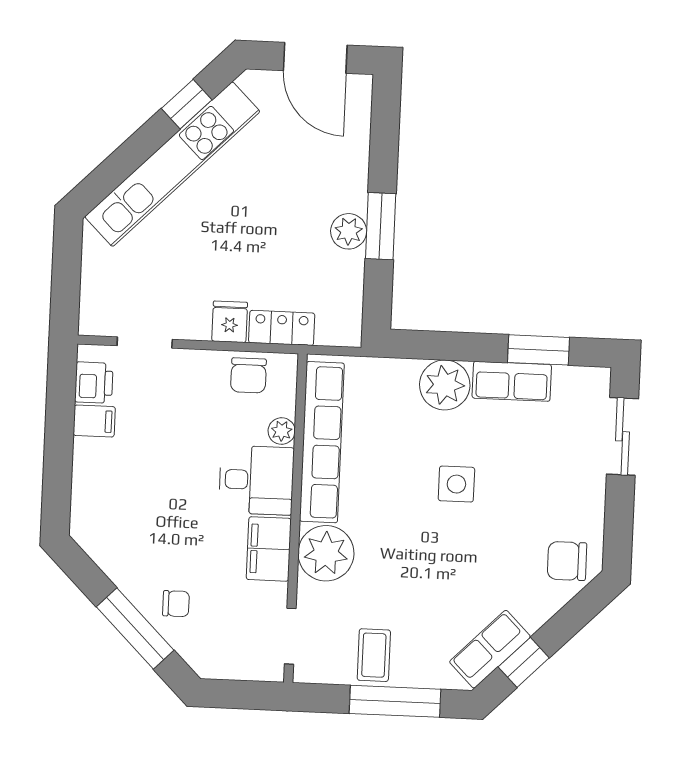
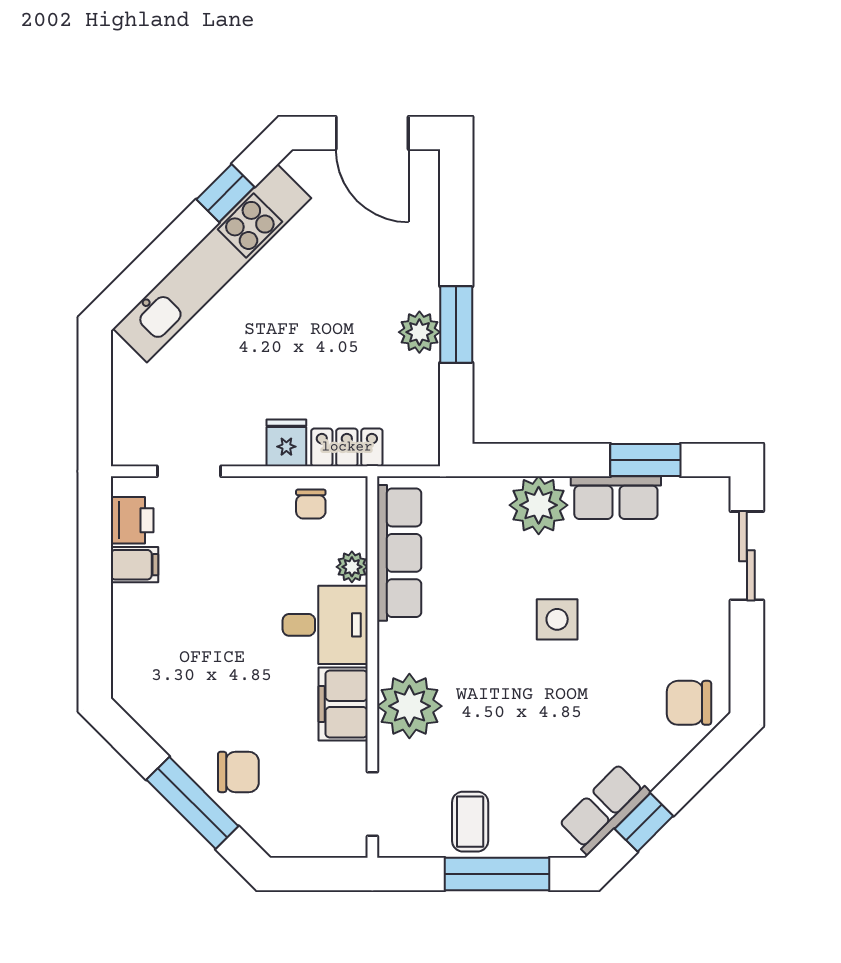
chair: (248, 375) -> (311, 504), width x0.73, depth x0.73
row of seats: (322, 442) -> (399, 553), width x0.73
chair: (176, 604) -> (238, 772), width x1.37, depth x1.37

